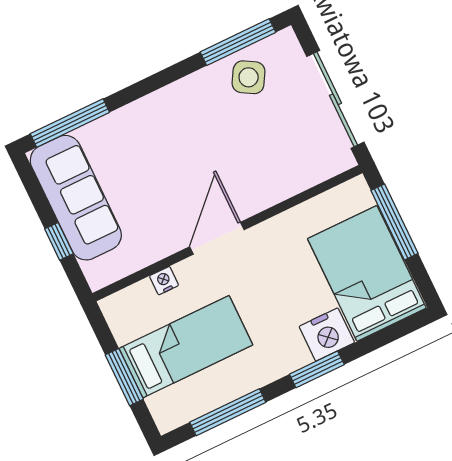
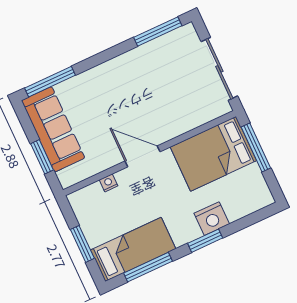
side table: (249, 77) -> (164, 54), removed
door: (217, 238) -> (143, 156), hinge flipped
window: (59, 241) -> (42, 157), width x1.50
bed: (367, 273) -> (213, 154), moved, turned -90
bed: (186, 347) -> (133, 249), moved

